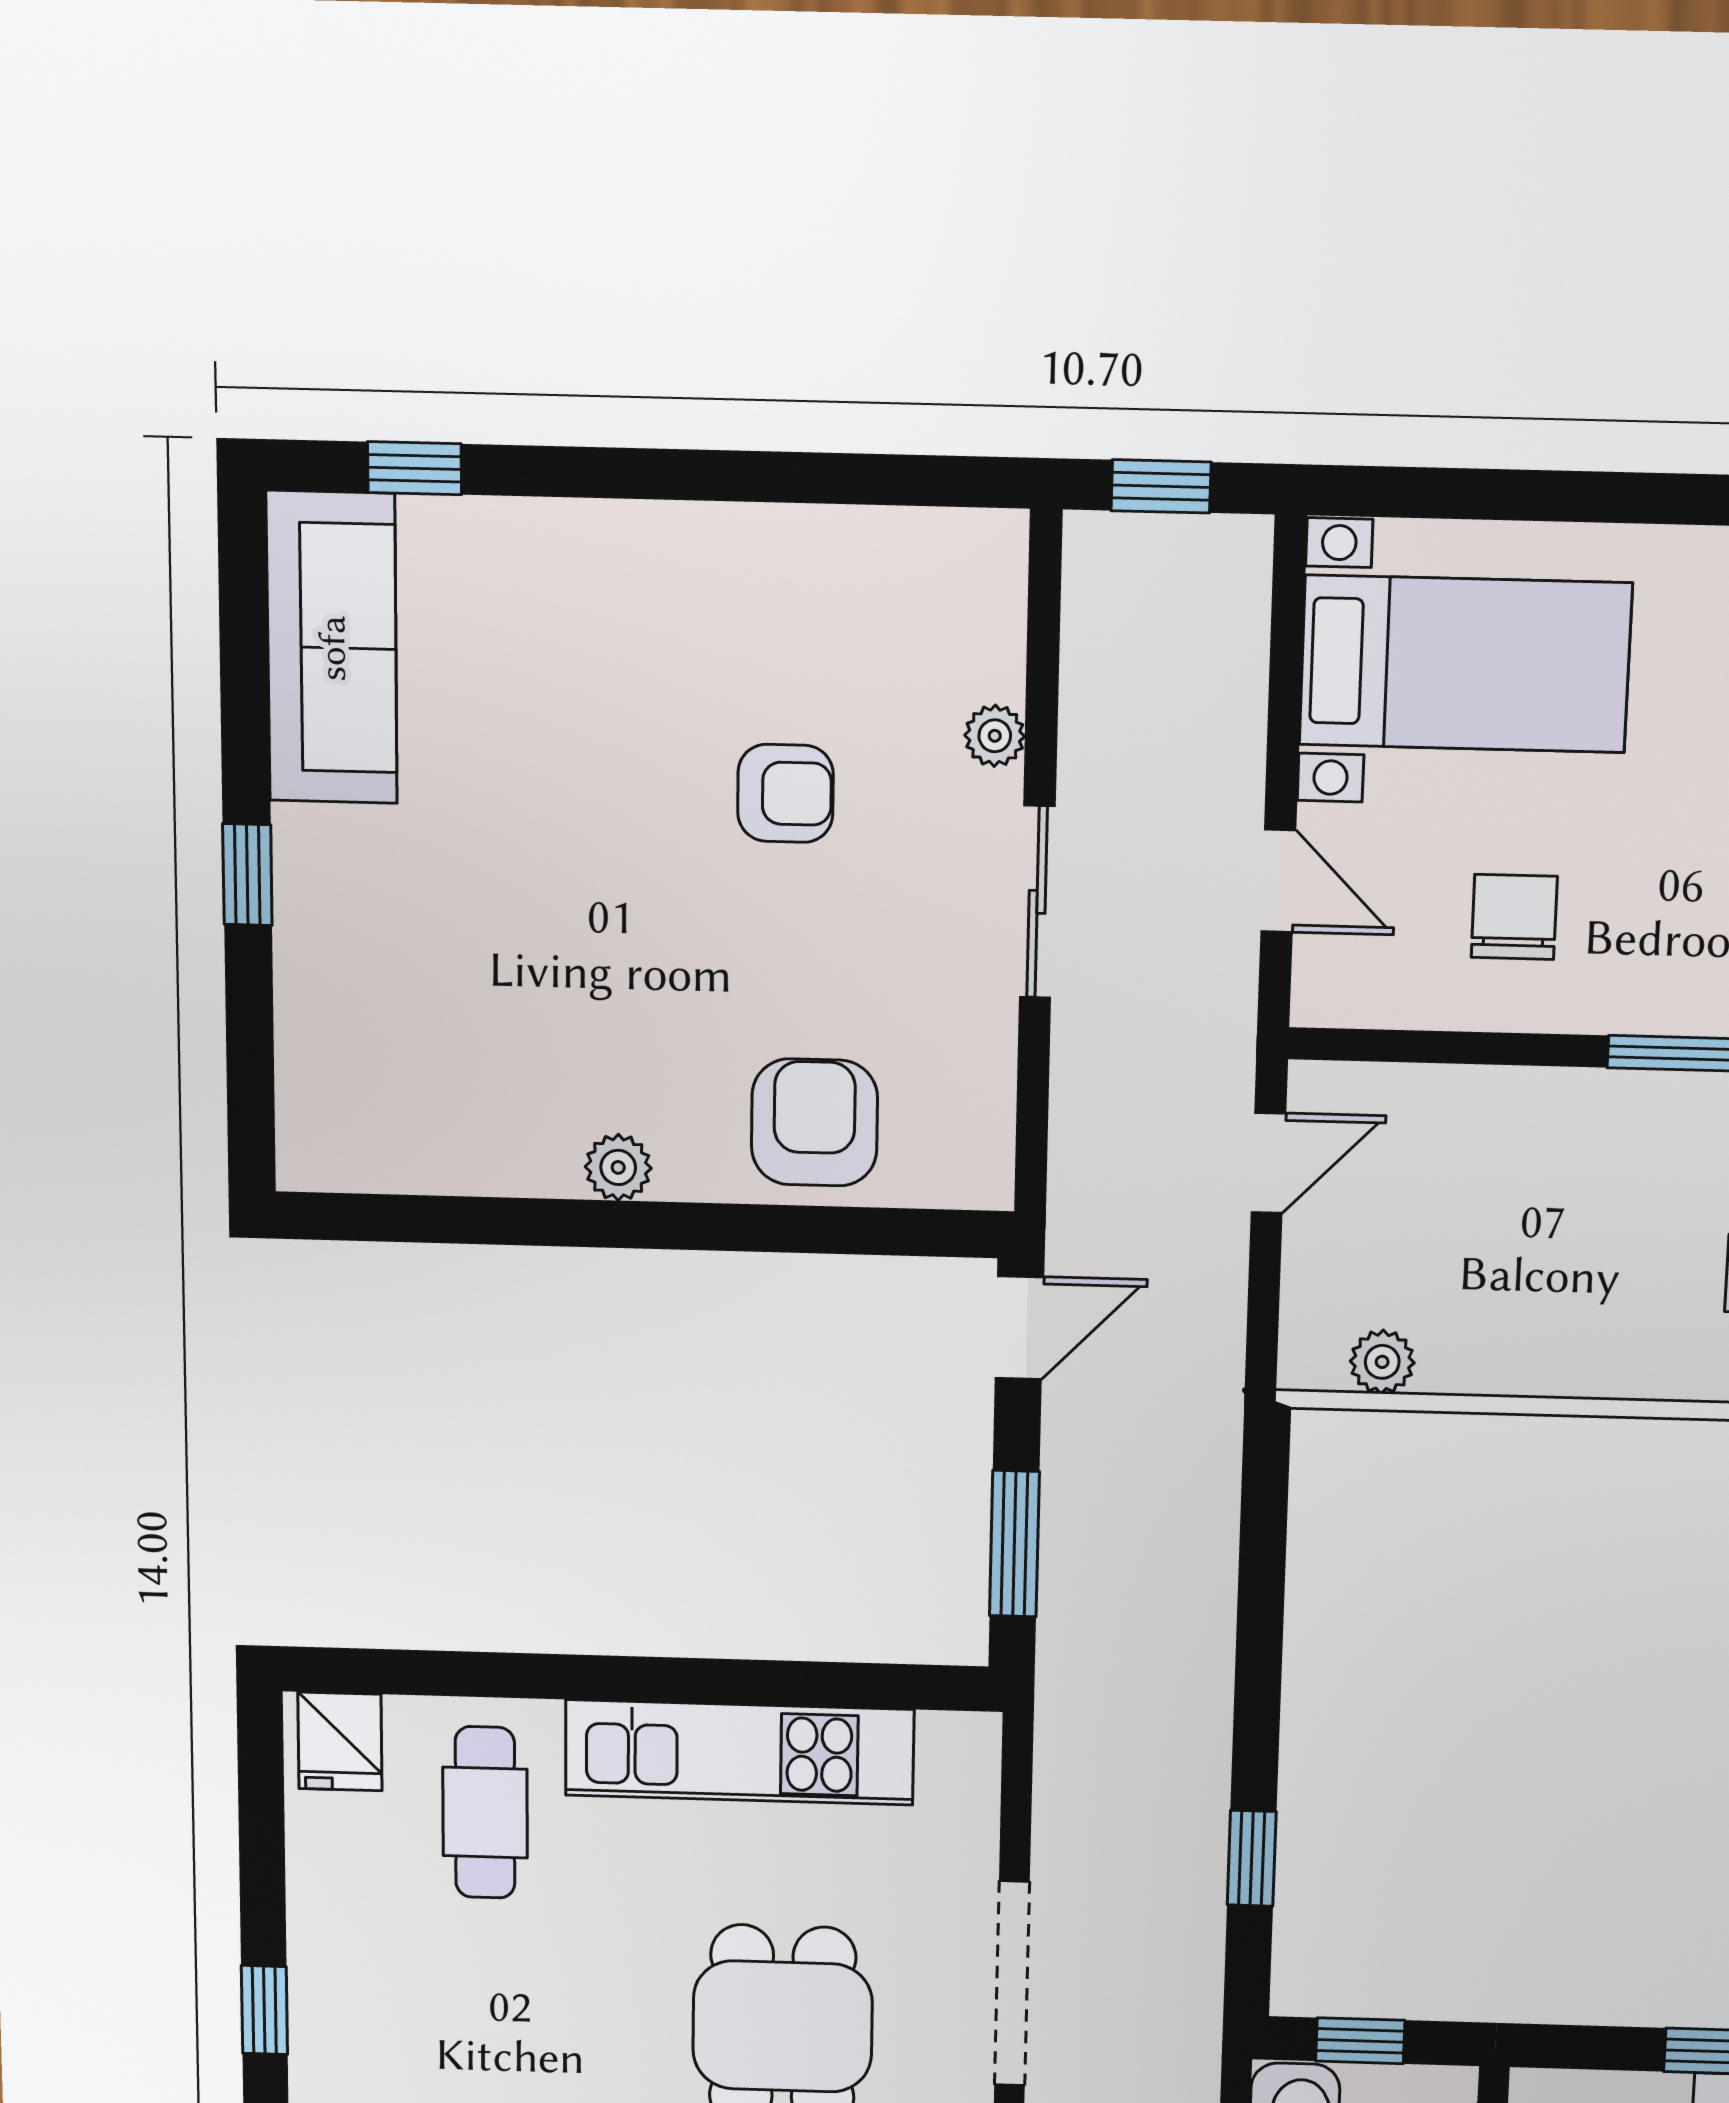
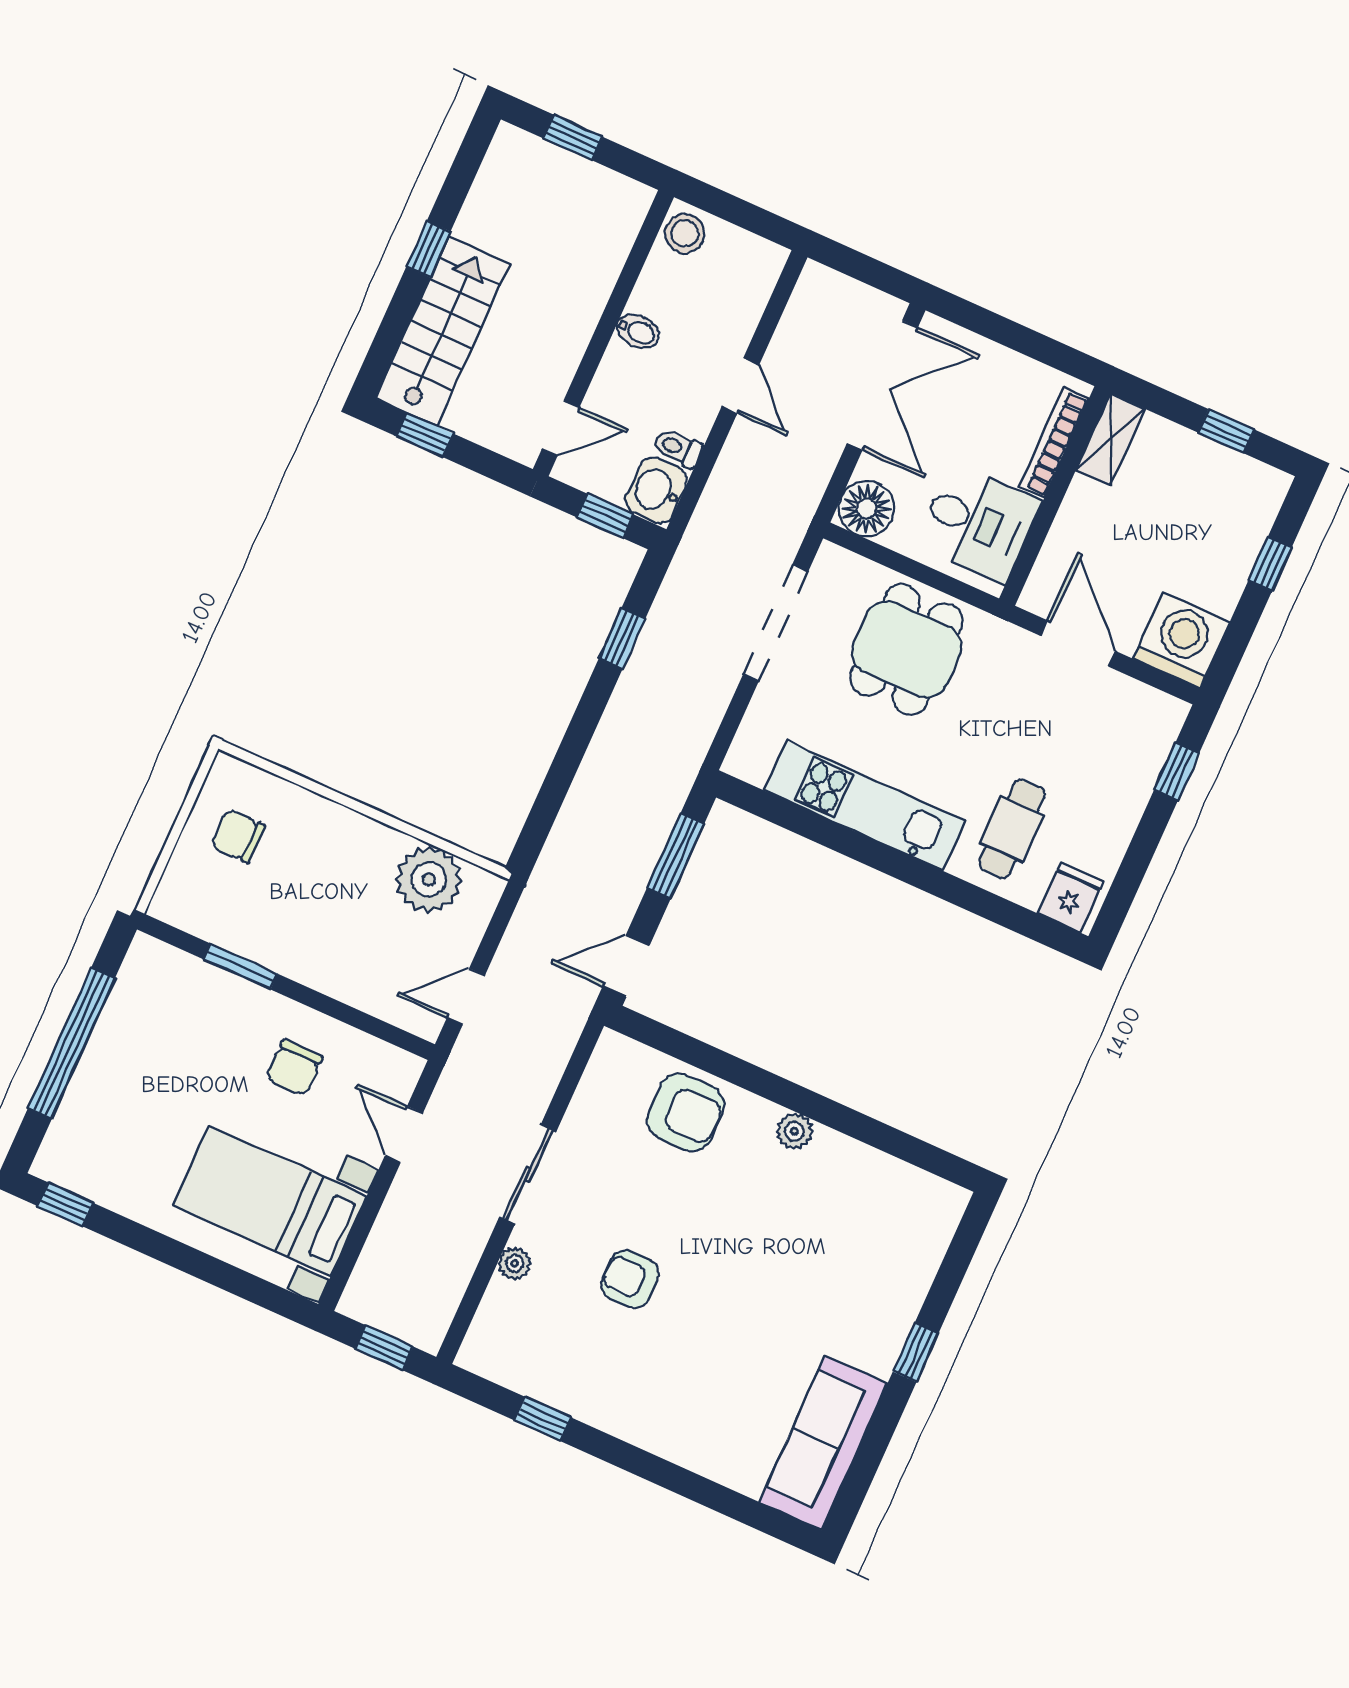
window: (415, 468) -> (542, 1419), moved
armchair: (814, 1122) -> (686, 1112), turned -90
plant: (1382, 1362) -> (429, 879), width x1.87, depth x1.87

